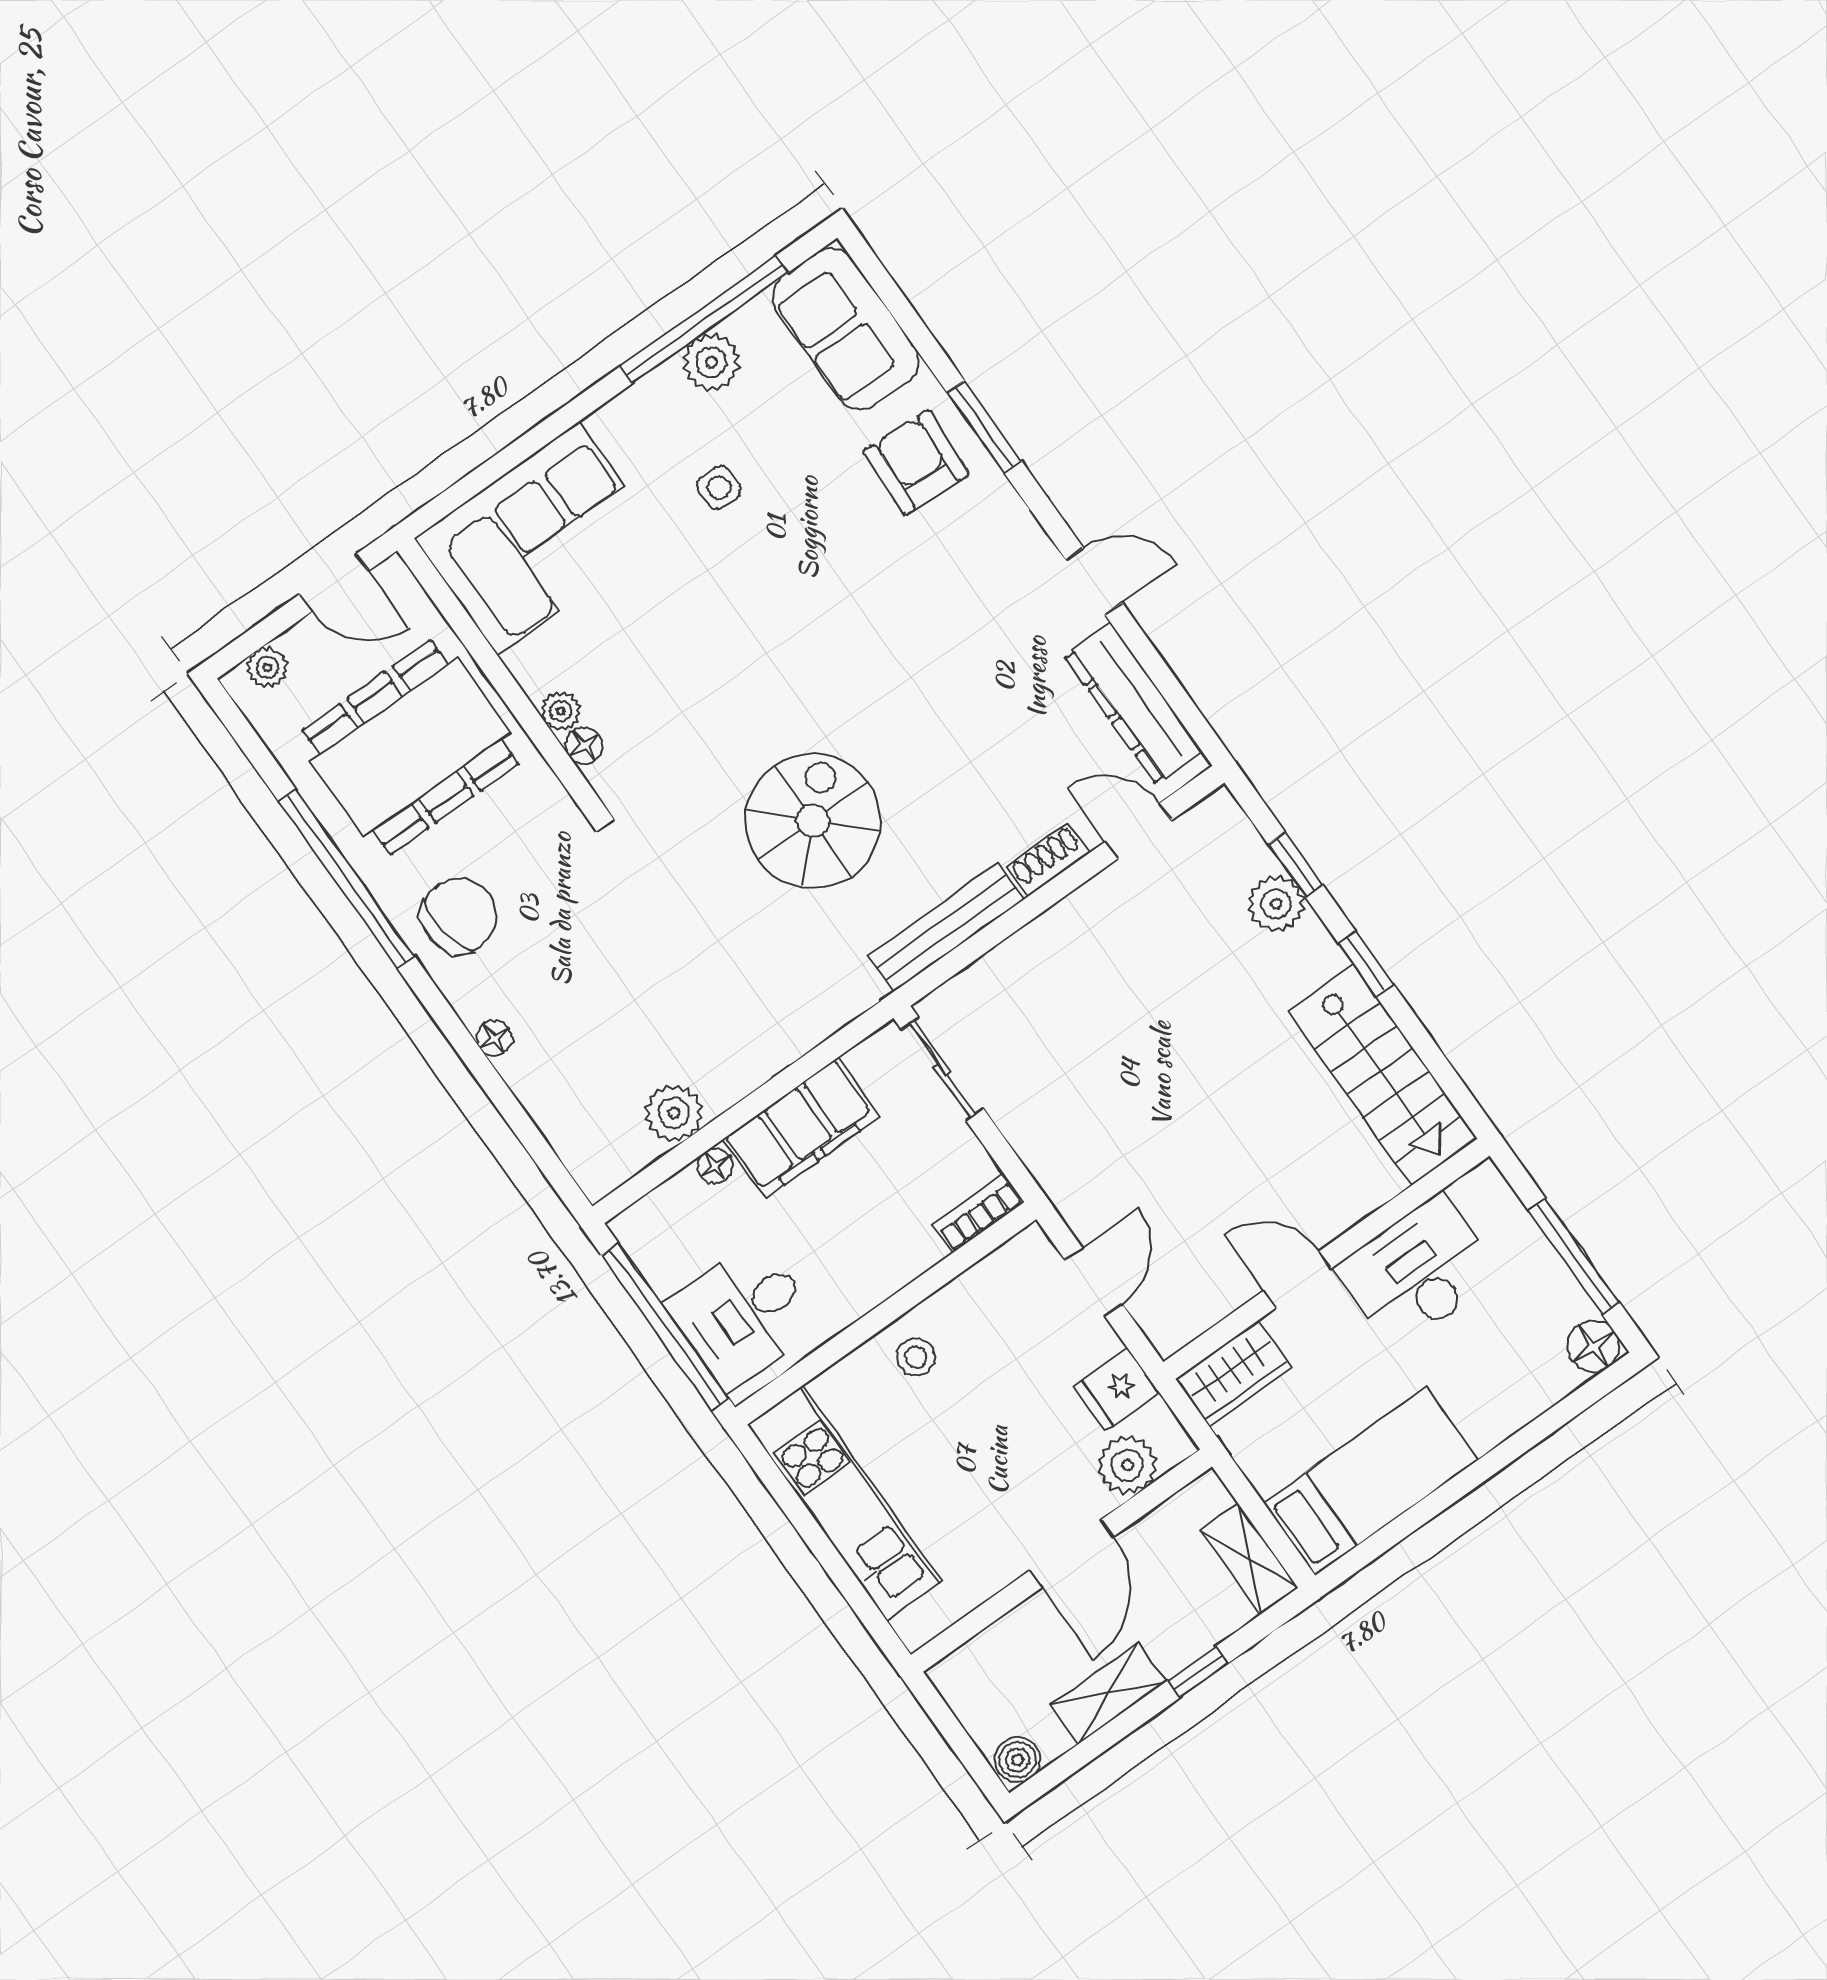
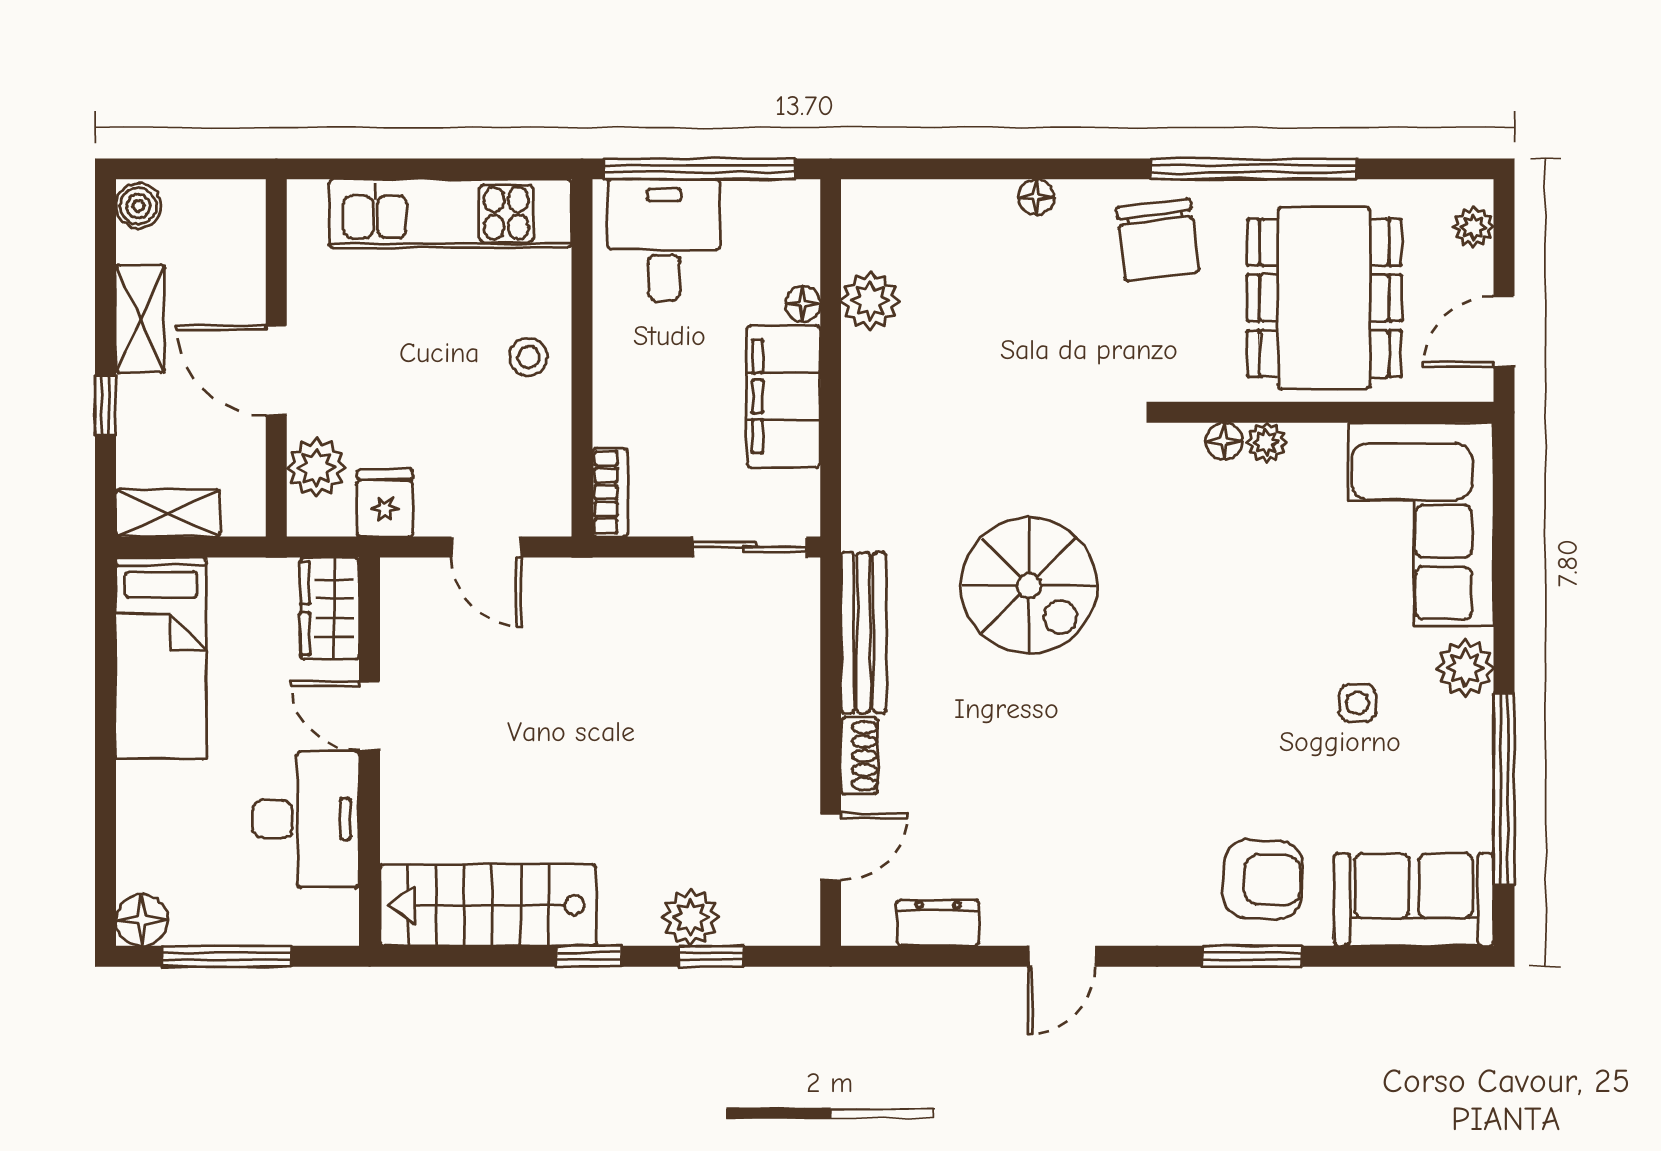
plant: (711, 362) -> (1465, 668), moved
dresser: (1134, 704) -> (938, 923), width x0.51, depth x0.80
door: (1297, 1279) -> (370, 716), swing flipped

